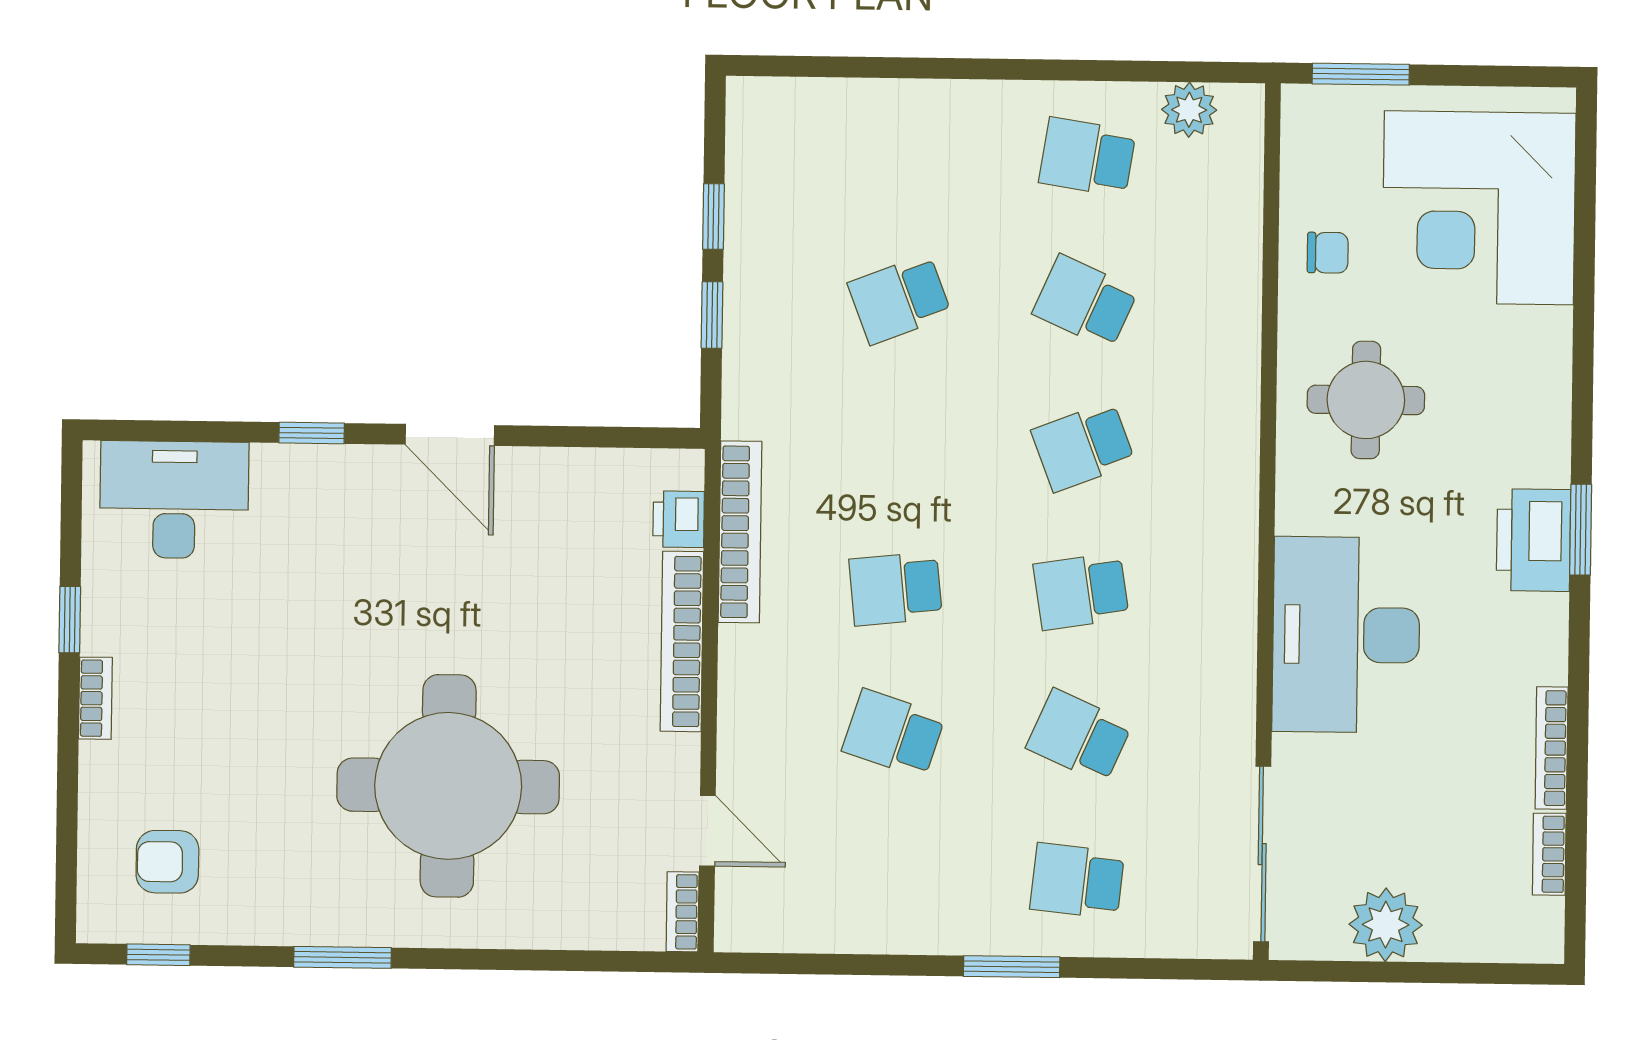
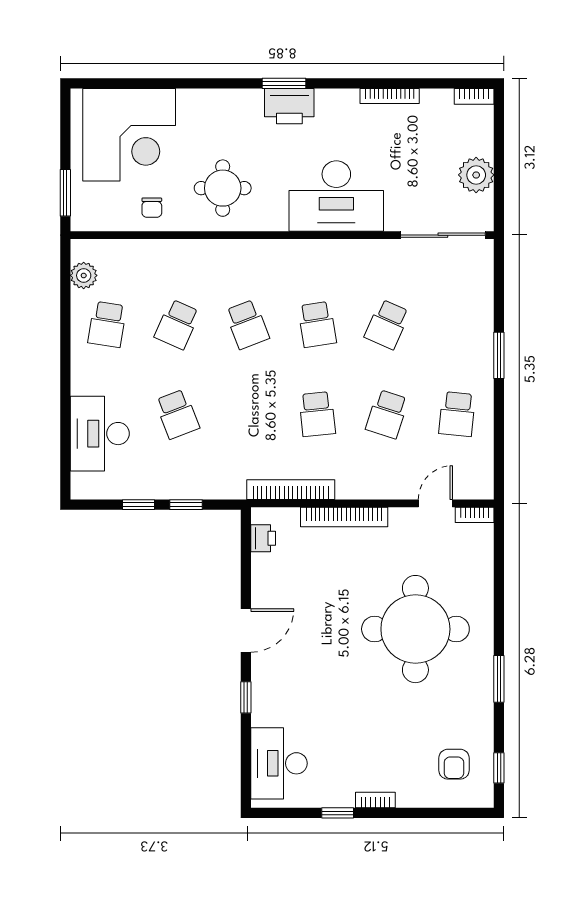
desk: (862, 138) -> (100, 434), added
chair: (1328, 253) -> (152, 208), turned 180
printer: (679, 519) -> (263, 538), moved, turned -90
bookcase: (1549, 854) -> (474, 96), moved
school desk: (1077, 881) -> (457, 414), moved

